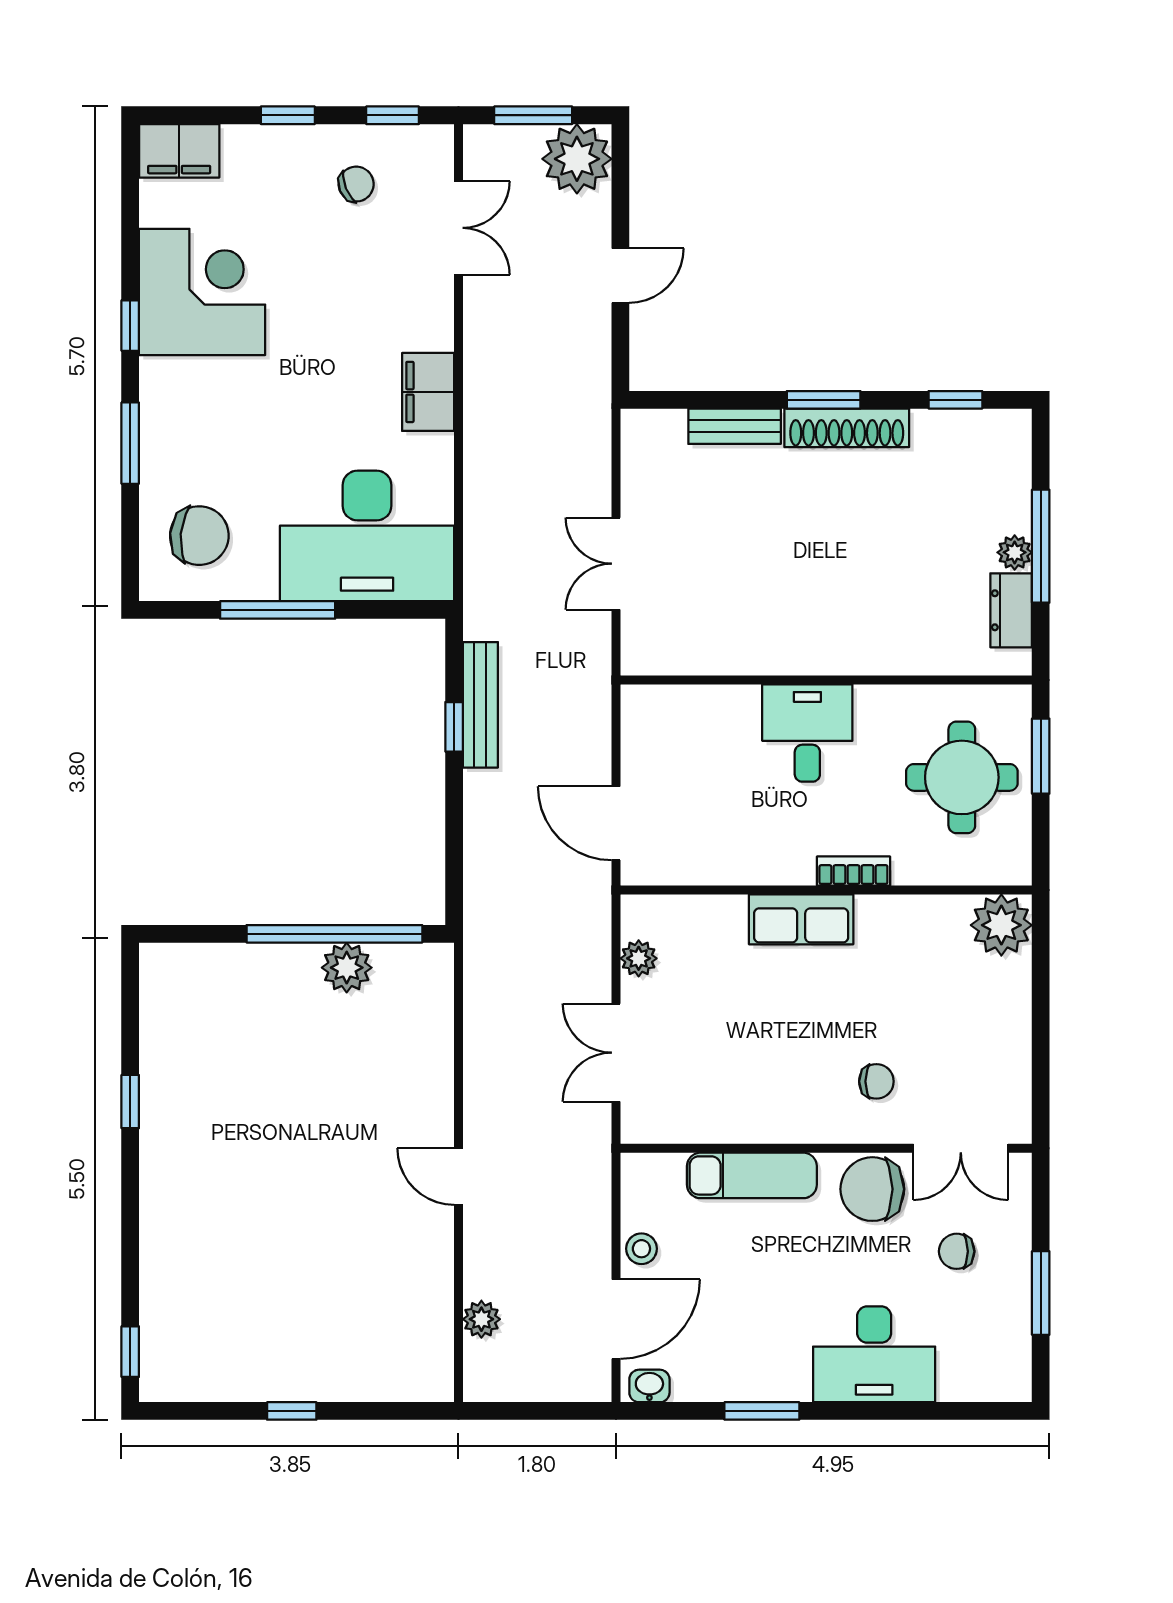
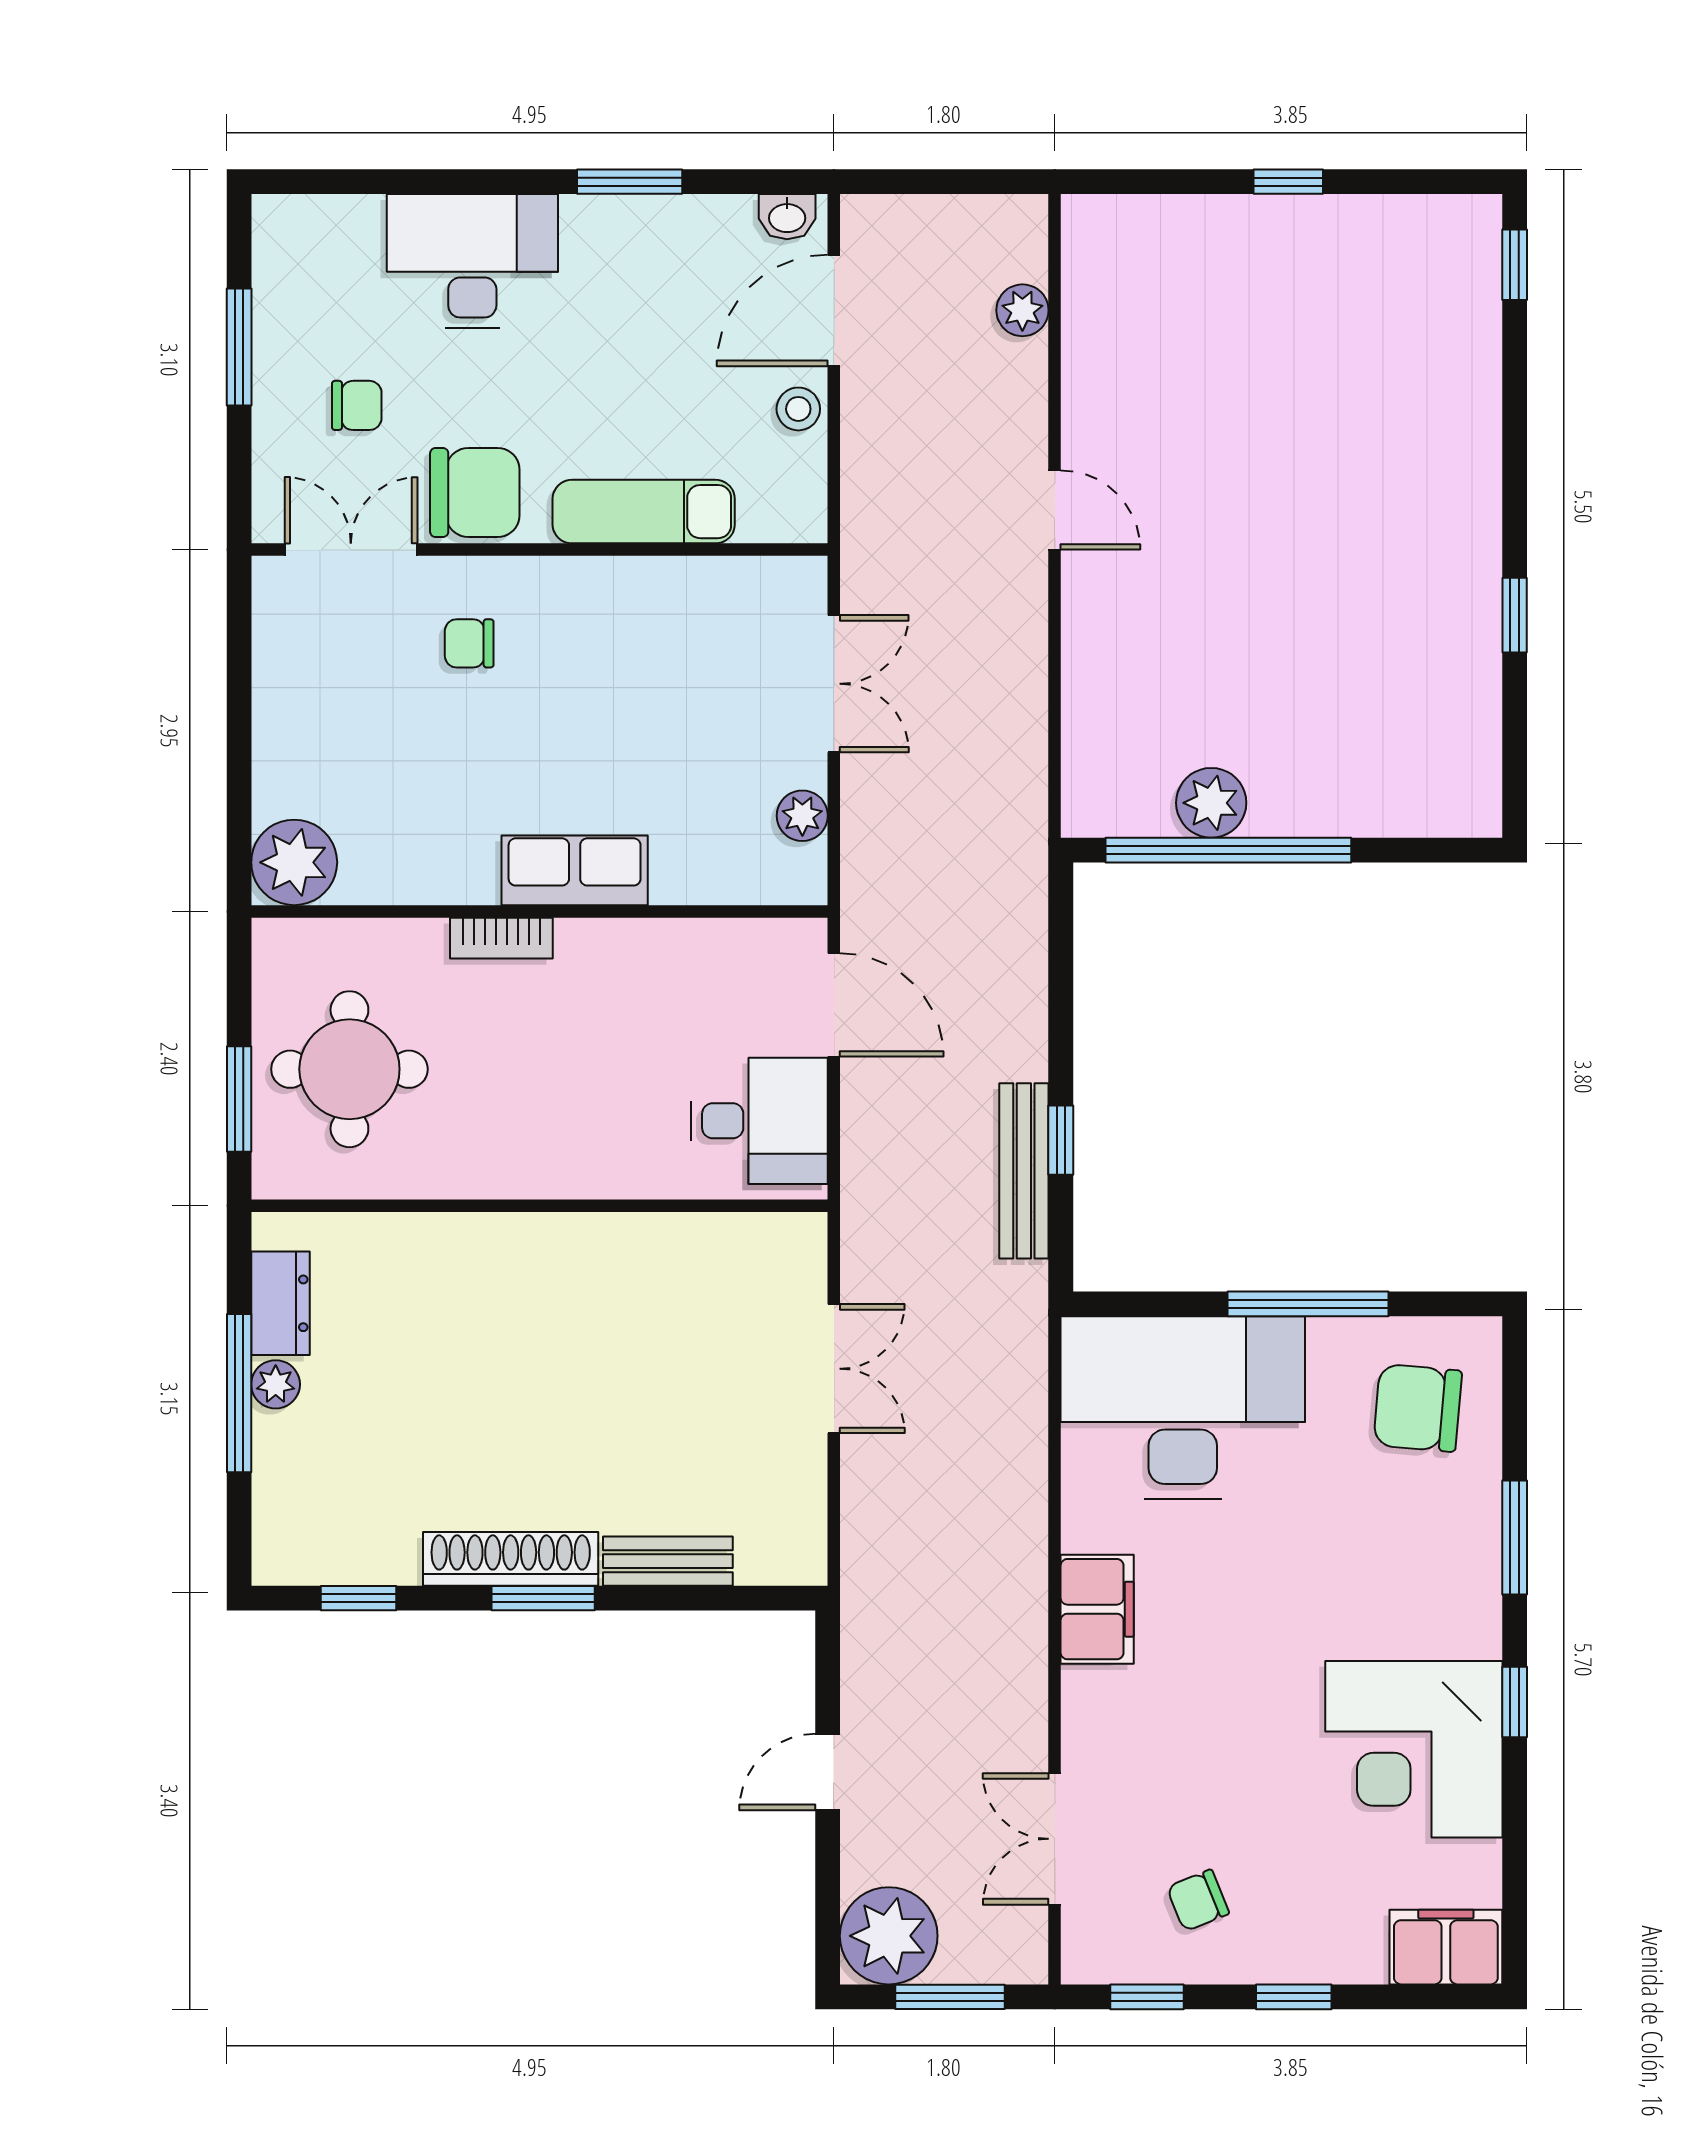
desk: (807, 733) -> (760, 1121), moved, turned -90

